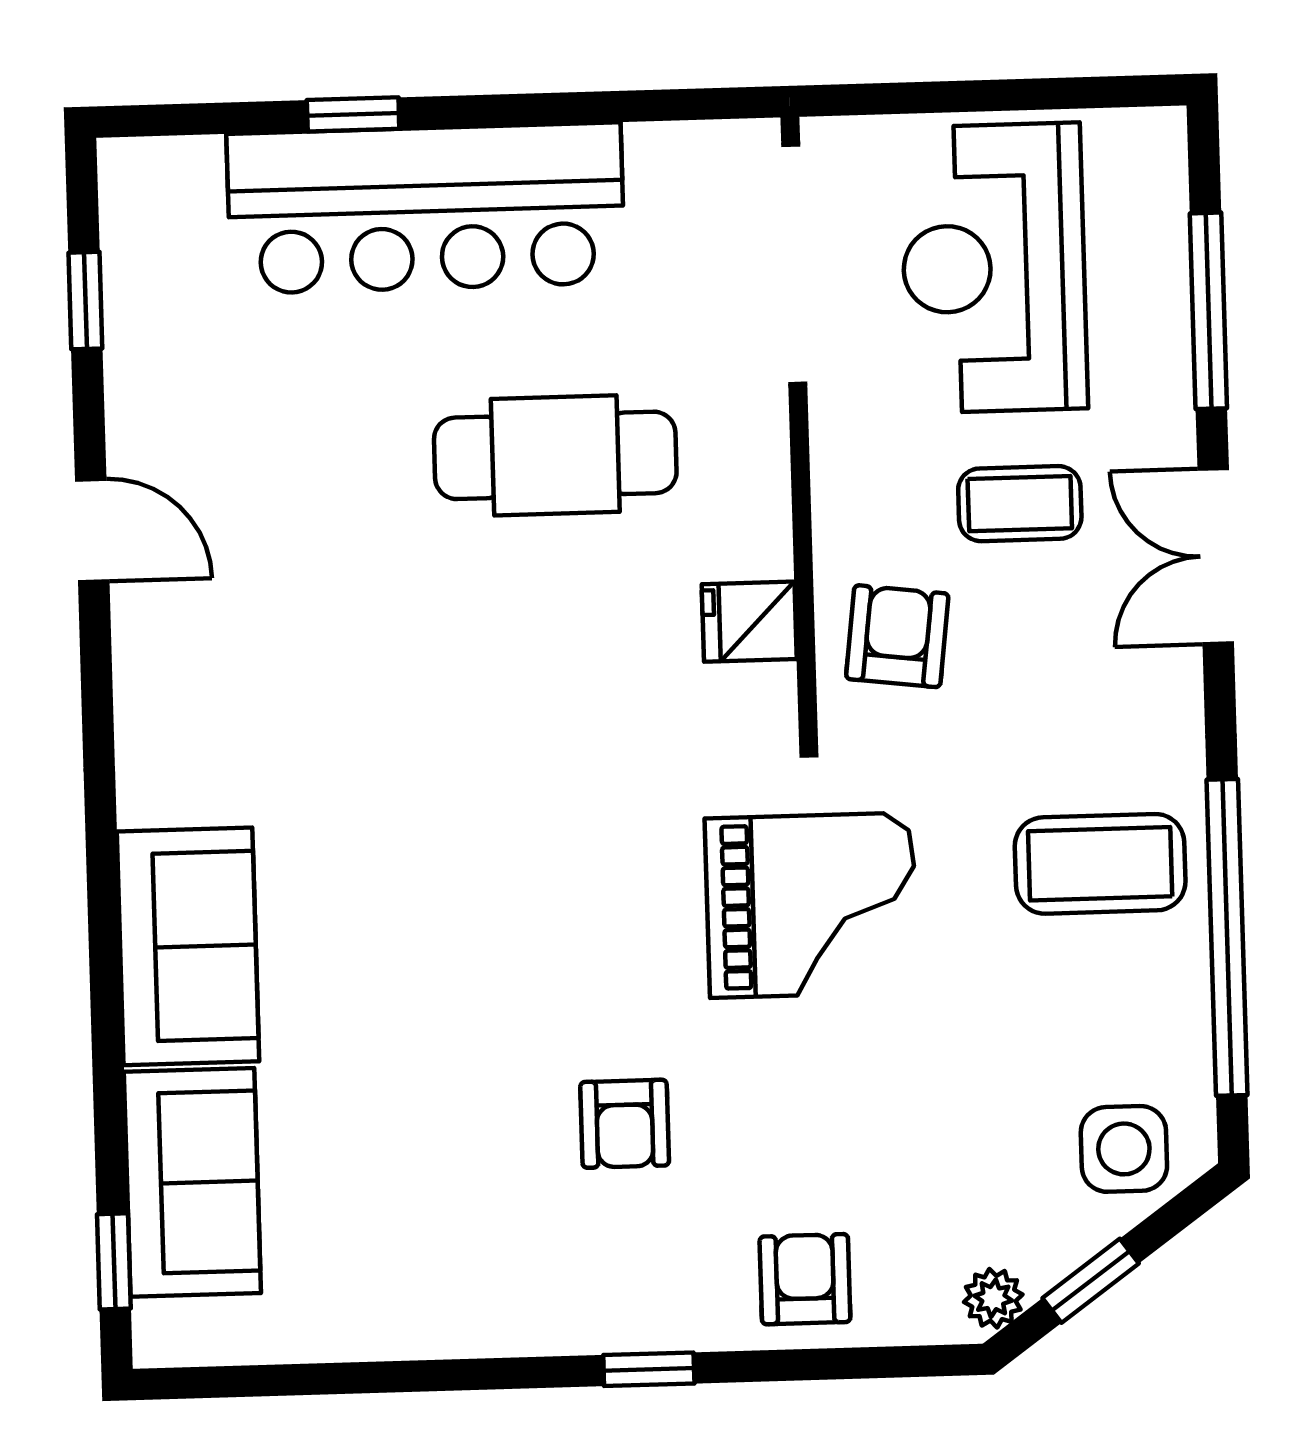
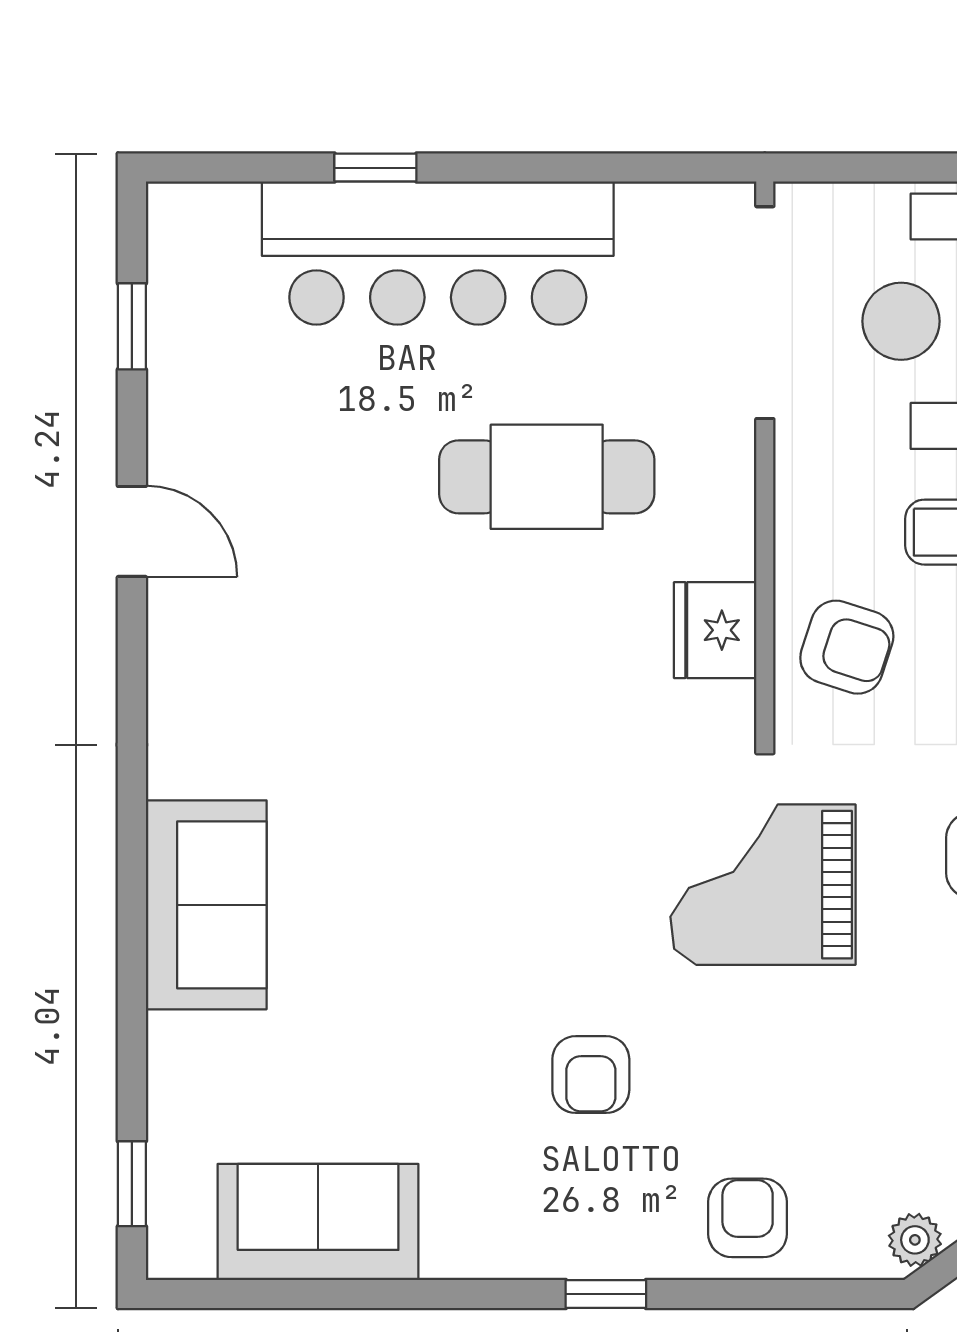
fridge: (749, 622) -> (715, 630), width x1.38
armchair: (897, 636) -> (847, 647), turned 101
grand piano: (811, 905) -> (763, 885), turned 180
sofa: (192, 1182) -> (318, 1222), moved, turned -90

